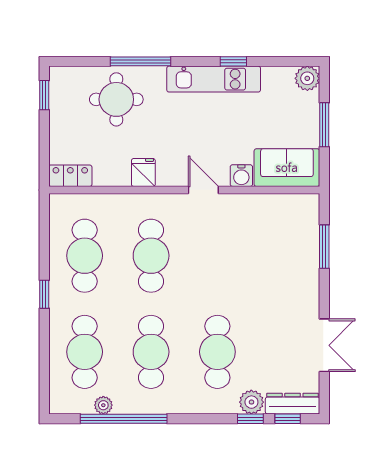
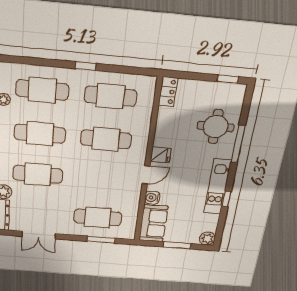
fridge: (143, 172) -> (161, 155), moved
cafe table: (284, 256) -> (98, 217), added

